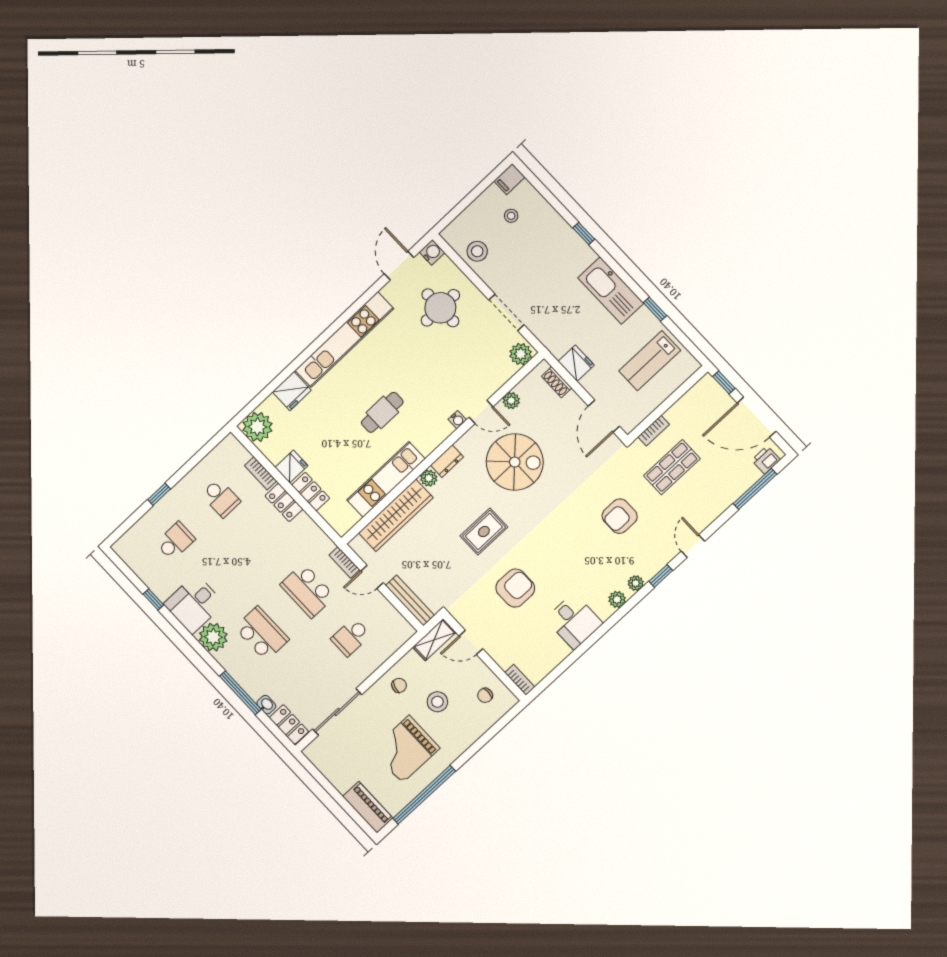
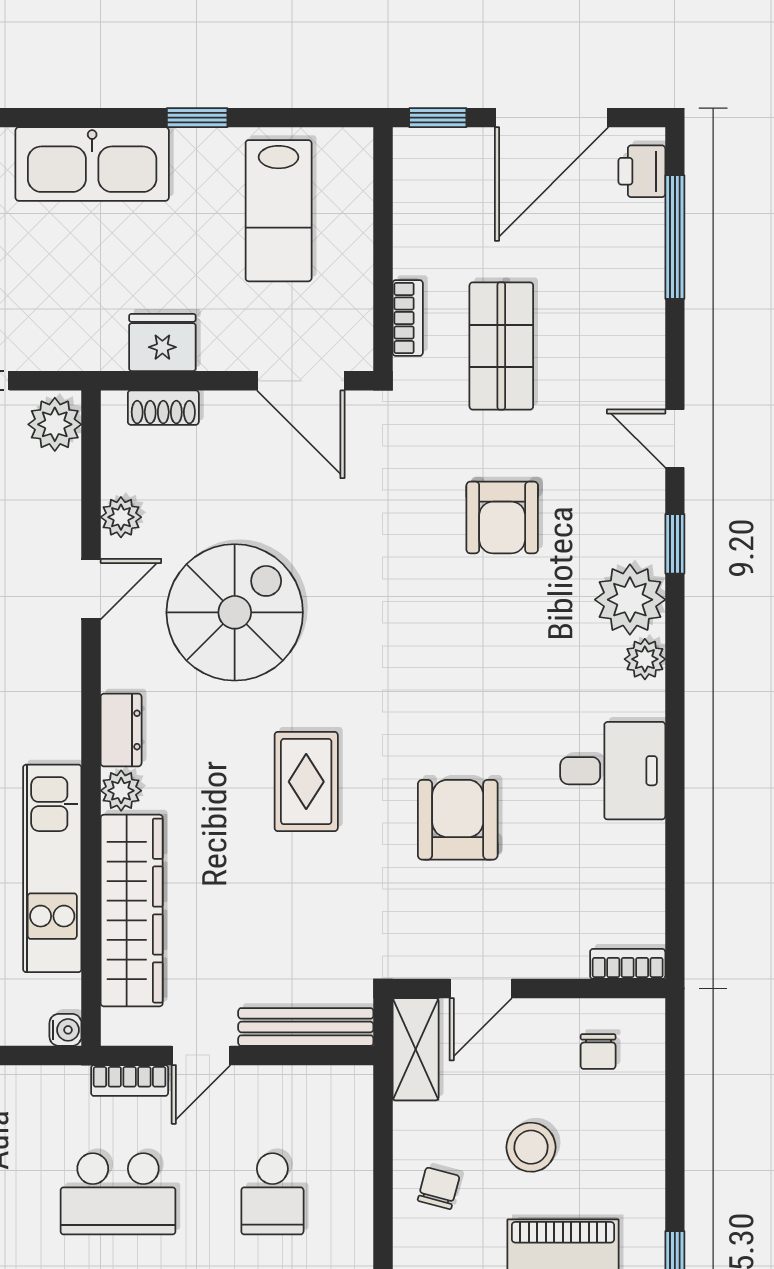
water cooler: (457, 420) -> (65, 1030), moved
plant: (636, 583) -> (630, 600), width x1.87, depth x1.87

